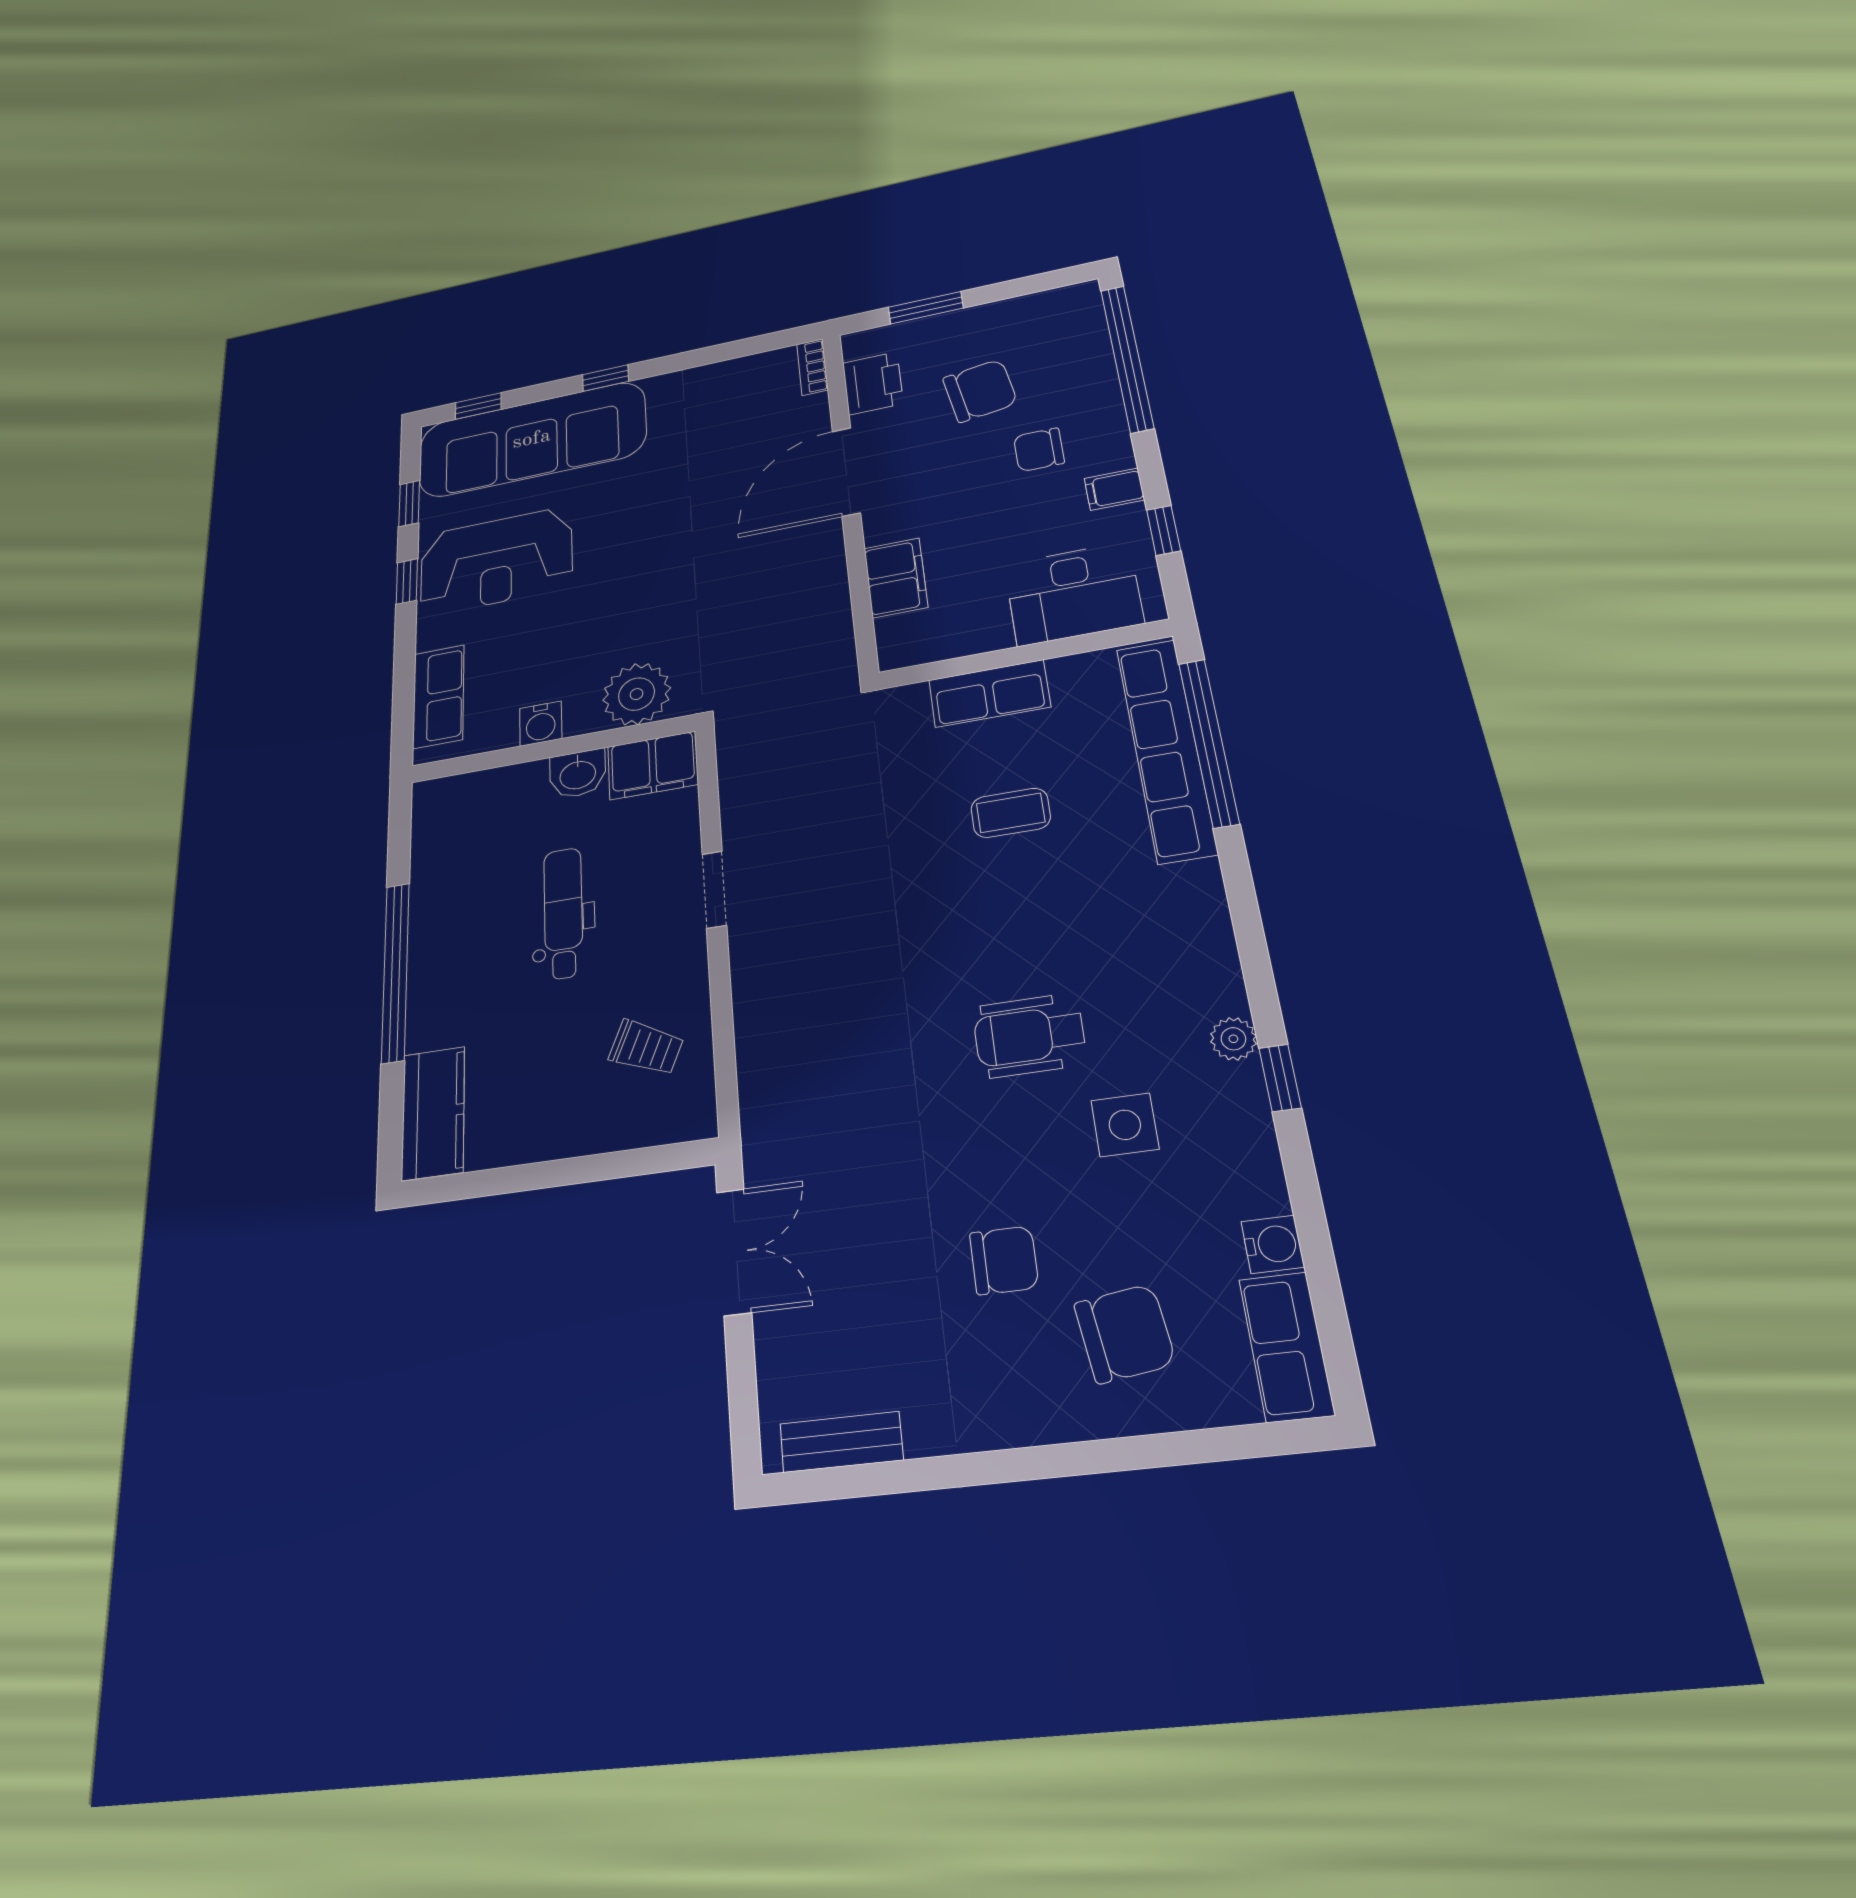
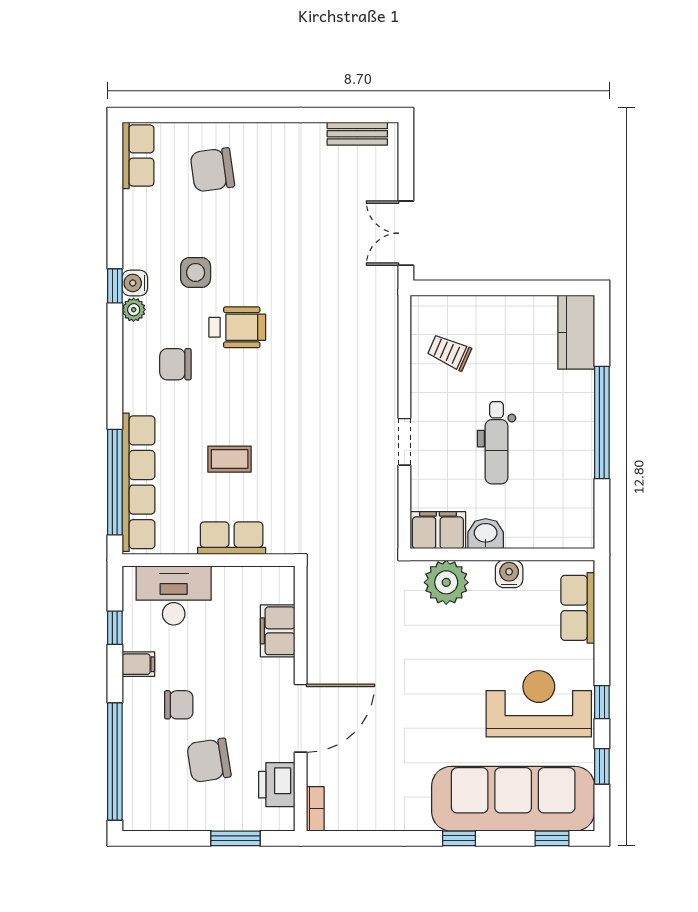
water cooler: (1273, 1244) -> (135, 283), moved
chair: (1004, 1260) -> (175, 364), moved

